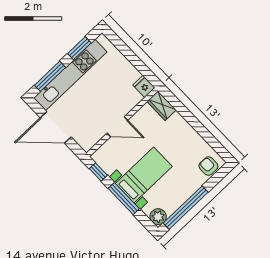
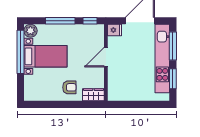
fridge: (144, 86) -> (115, 30), moved
armchair: (208, 166) -> (69, 87), moved
bed with nightstands: (144, 175) -> (45, 56), moved, turned -90

